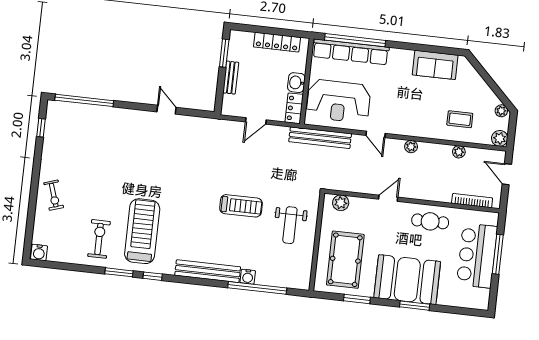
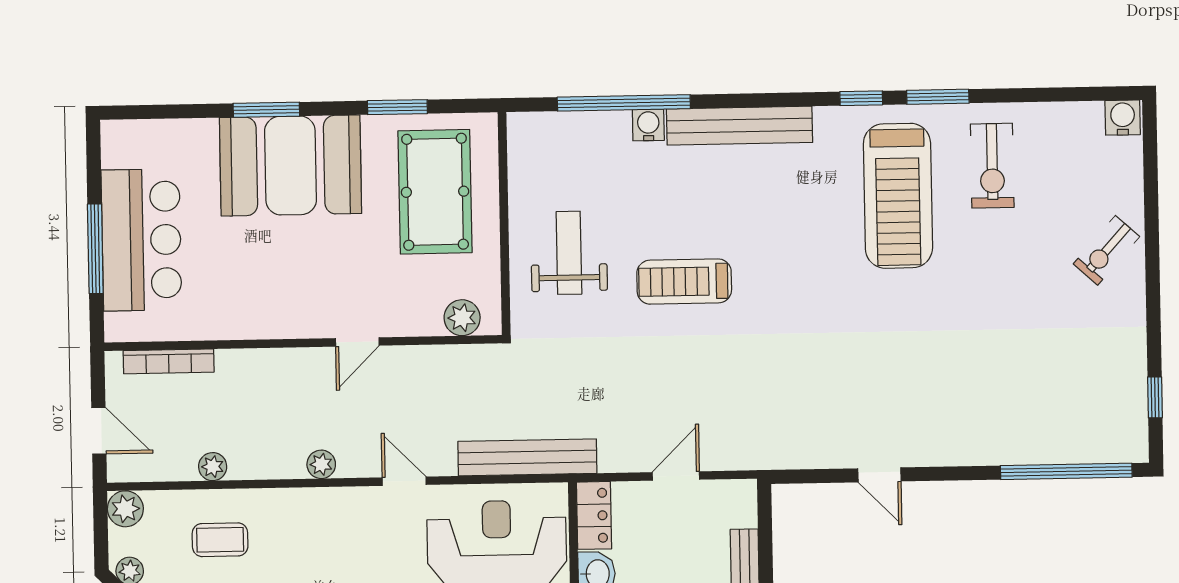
exercise bike: (54, 195) -> (1107, 250), turned -120
cafe table: (430, 221) -> (256, 303), removed

